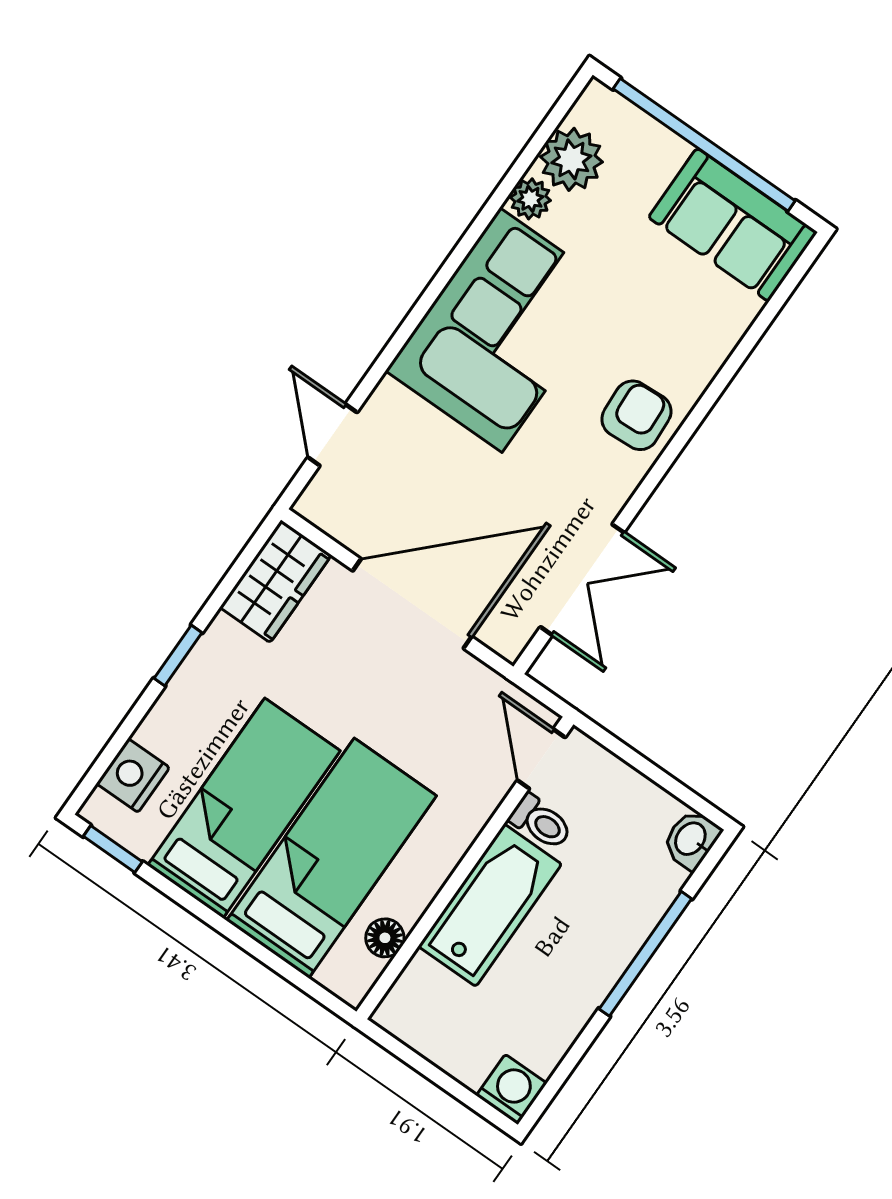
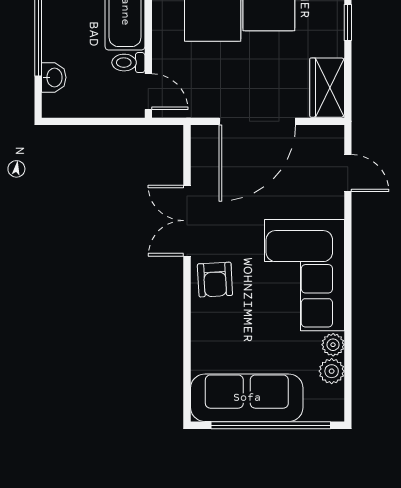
plant: (571, 159) -> (332, 371), width x0.73, depth x0.73
sofa: (733, 225) -> (247, 398), width x1.36
double door: (582, 580) -> (187, 221), moved
washbasin: (691, 839) -> (54, 77), moved

